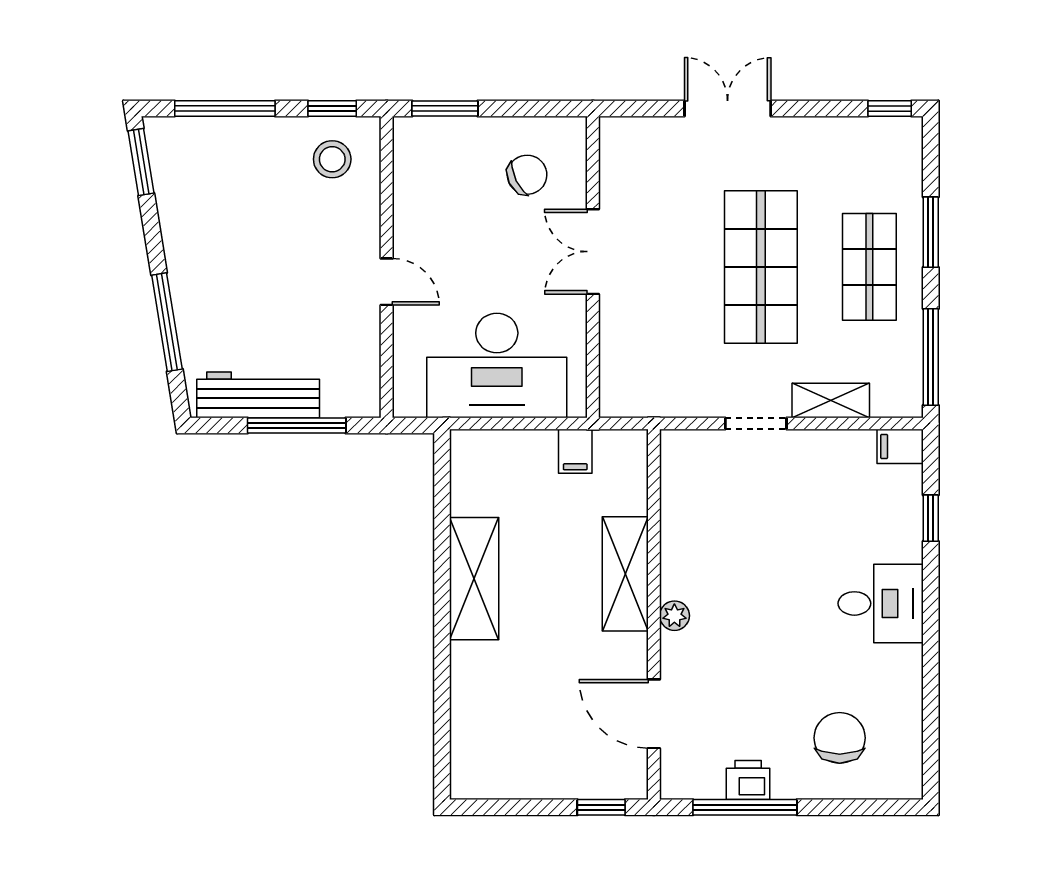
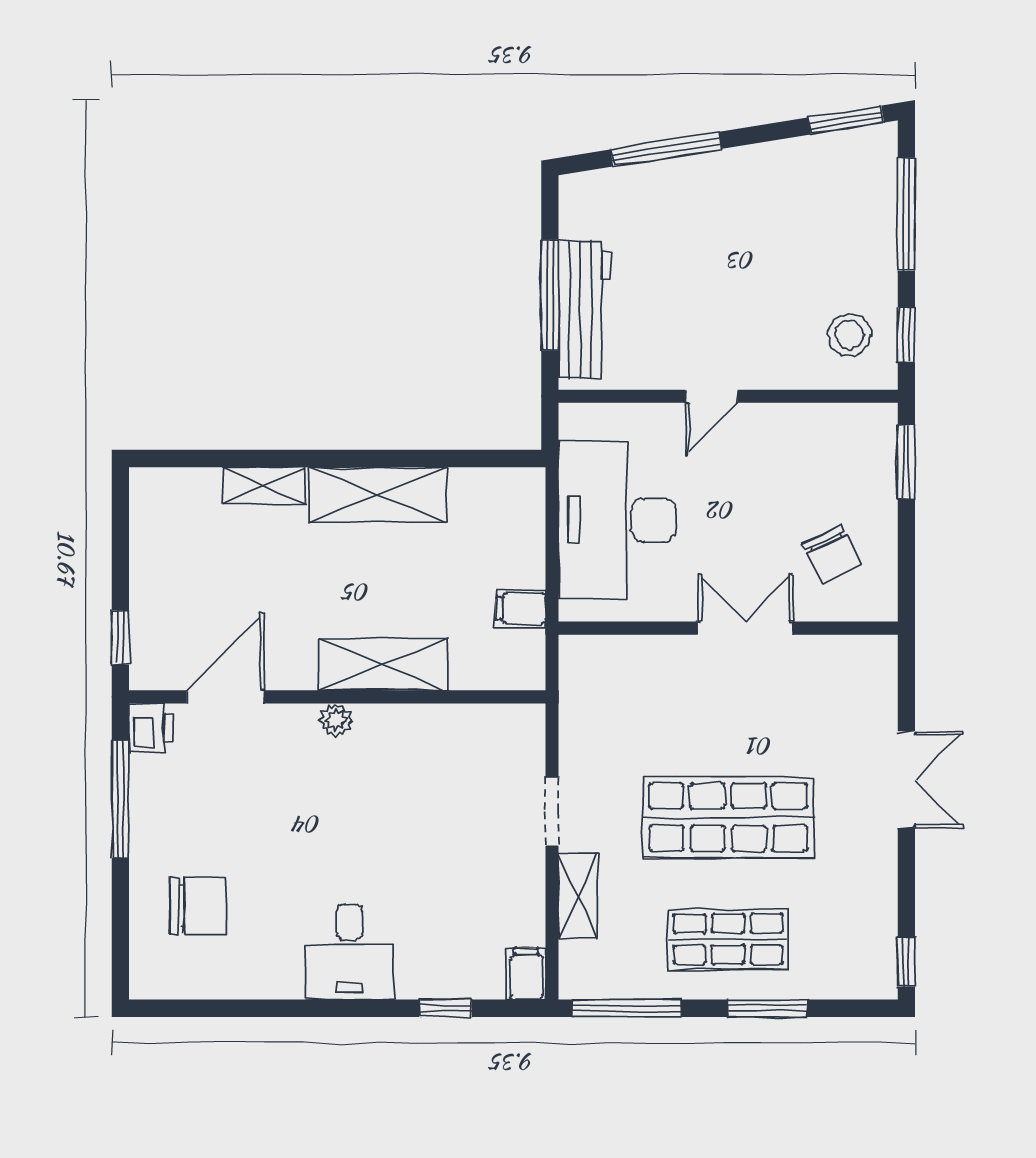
workbench: (258, 395) -> (584, 309), moved
shelving: (466, 679) -> (264, 486), added
printer: (748, 780) -> (151, 728), moved

